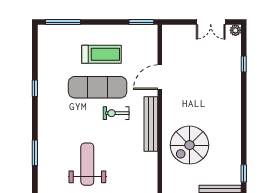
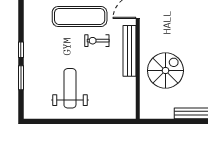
window: (35, 88) -> (21, 50), moved
spiral stairs: (189, 145) -> (165, 71), turned 180

